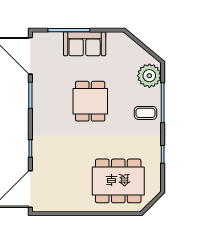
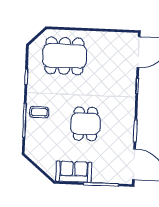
sofa: (85, 44) -> (74, 172), moved
plant: (149, 76) -> (35, 143), removed

